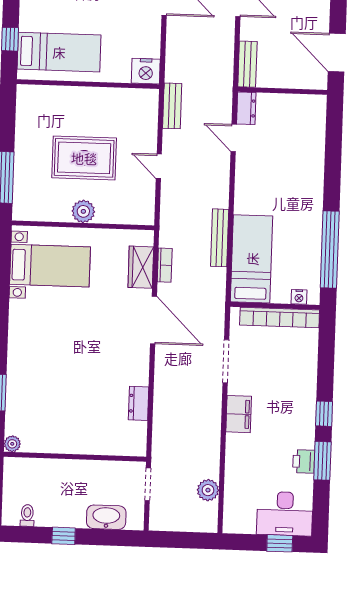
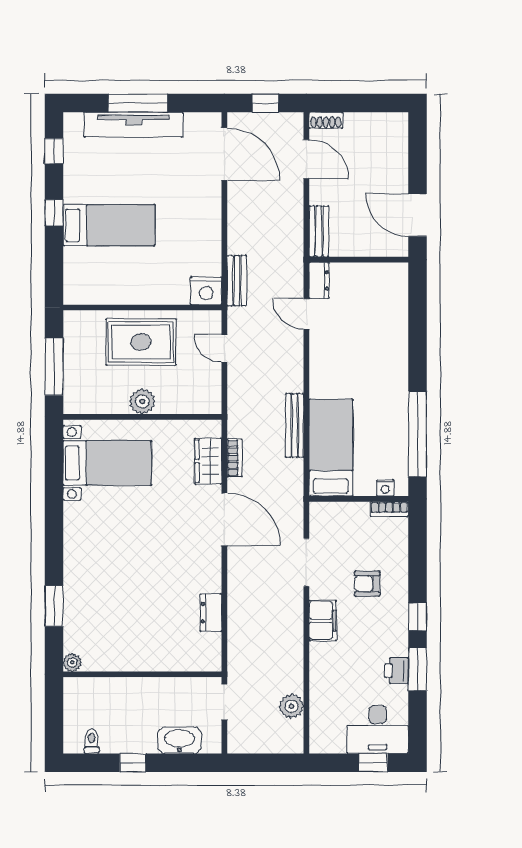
nightstand: (146, 71) -> (206, 291), moved
wall: (88, 84) -> (142, 308), moved
bookcase: (280, 317) -> (389, 509), width x0.43, depth x0.76
armchair: (280, 382) -> (367, 584), added

